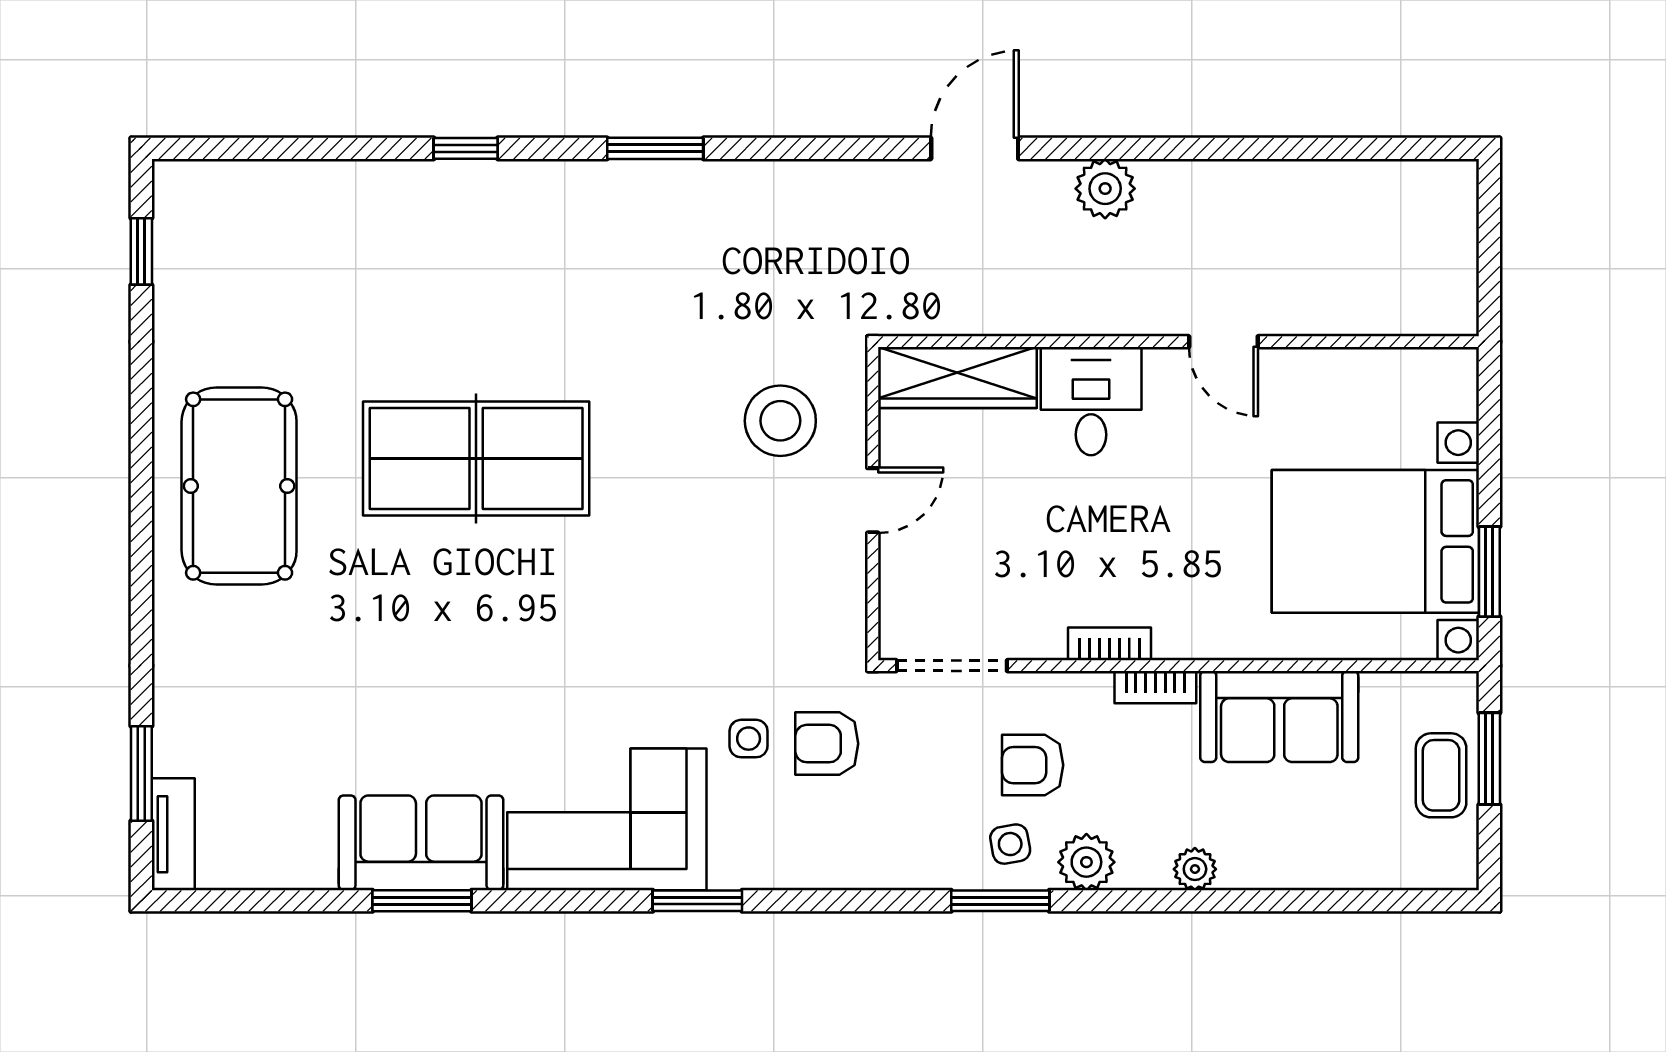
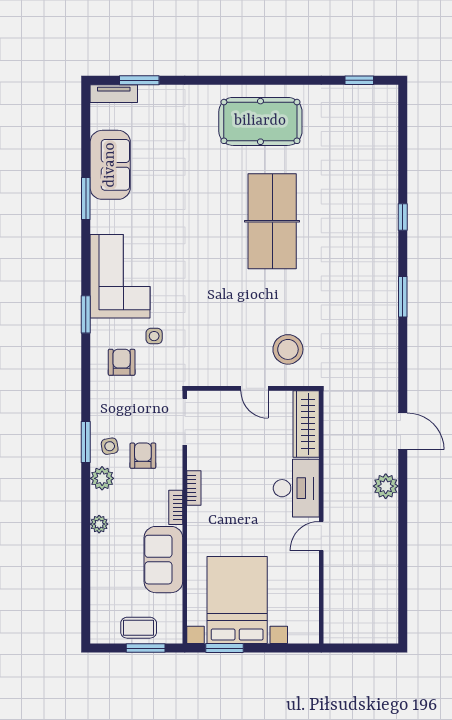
desk: (1091, 401) -> (296, 488), width x1.37
armchair: (827, 744) -> (122, 362), moved
sofa: (421, 843) -> (110, 165), moved

